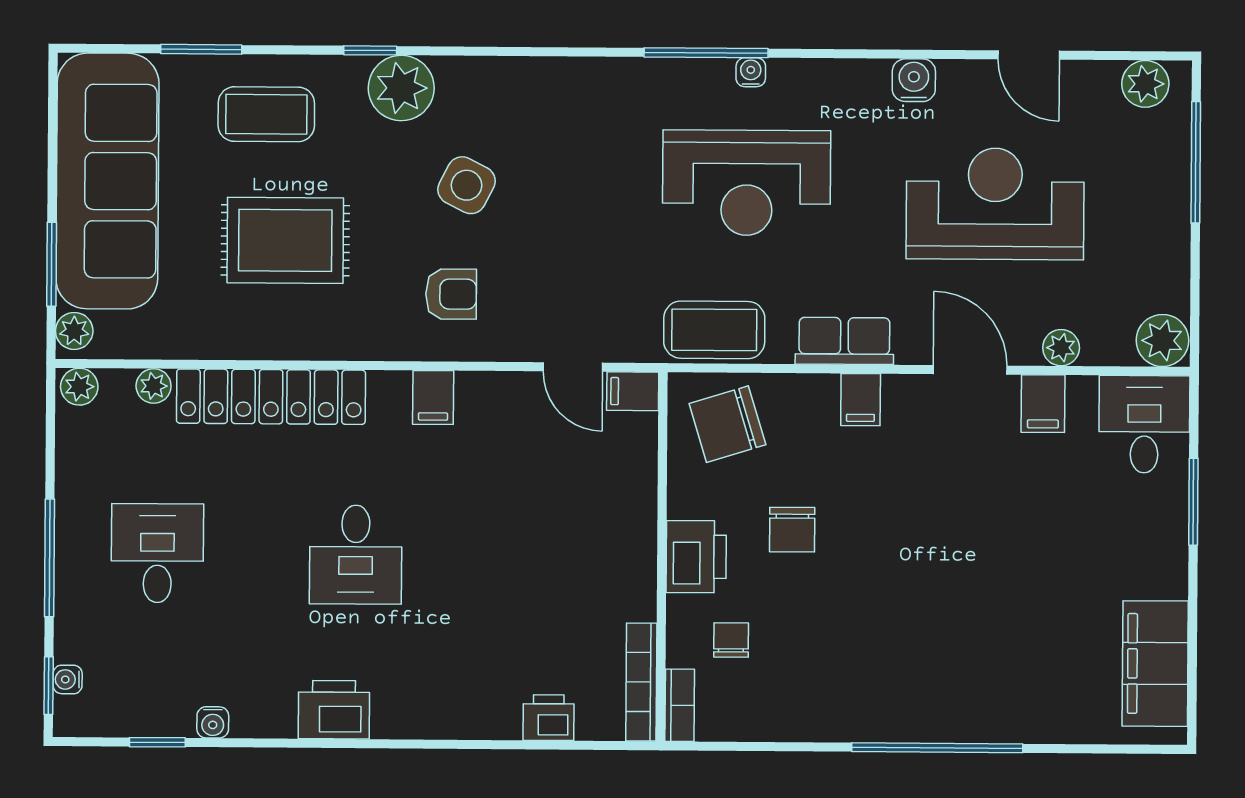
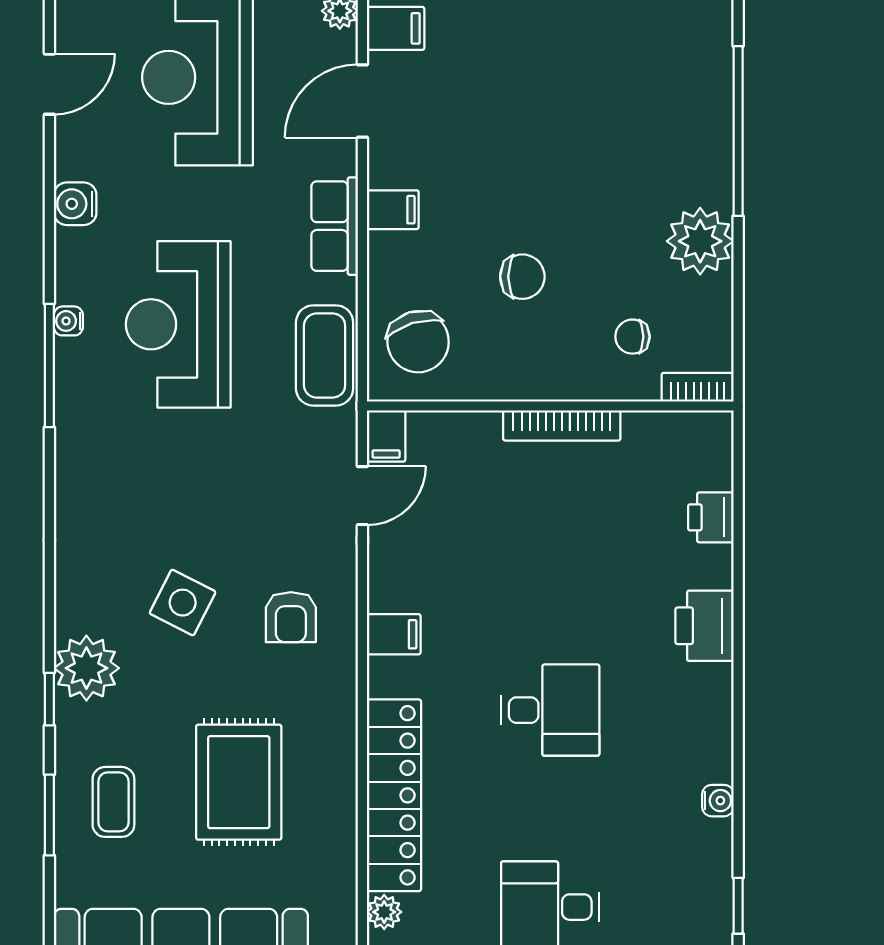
window: (201, 49) -> (49, 815), moved
door: (1029, 55) -> (49, 84), moved
water cooler: (914, 80) -> (75, 204), moved
coffee table: (266, 114) -> (113, 802), width x0.73, depth x0.77
reception desk: (747, 183) -> (178, 324), turned 180
armchair: (451, 294) -> (291, 617), turned 180
printer: (696, 557) -> (550, 372), removed
bookcase: (641, 682) -> (562, 425), moved
plant: (827, 709) -> (700, 241), added
printer: (334, 710) -> (704, 626), moved
water cooler: (213, 722) -> (718, 801), moved

